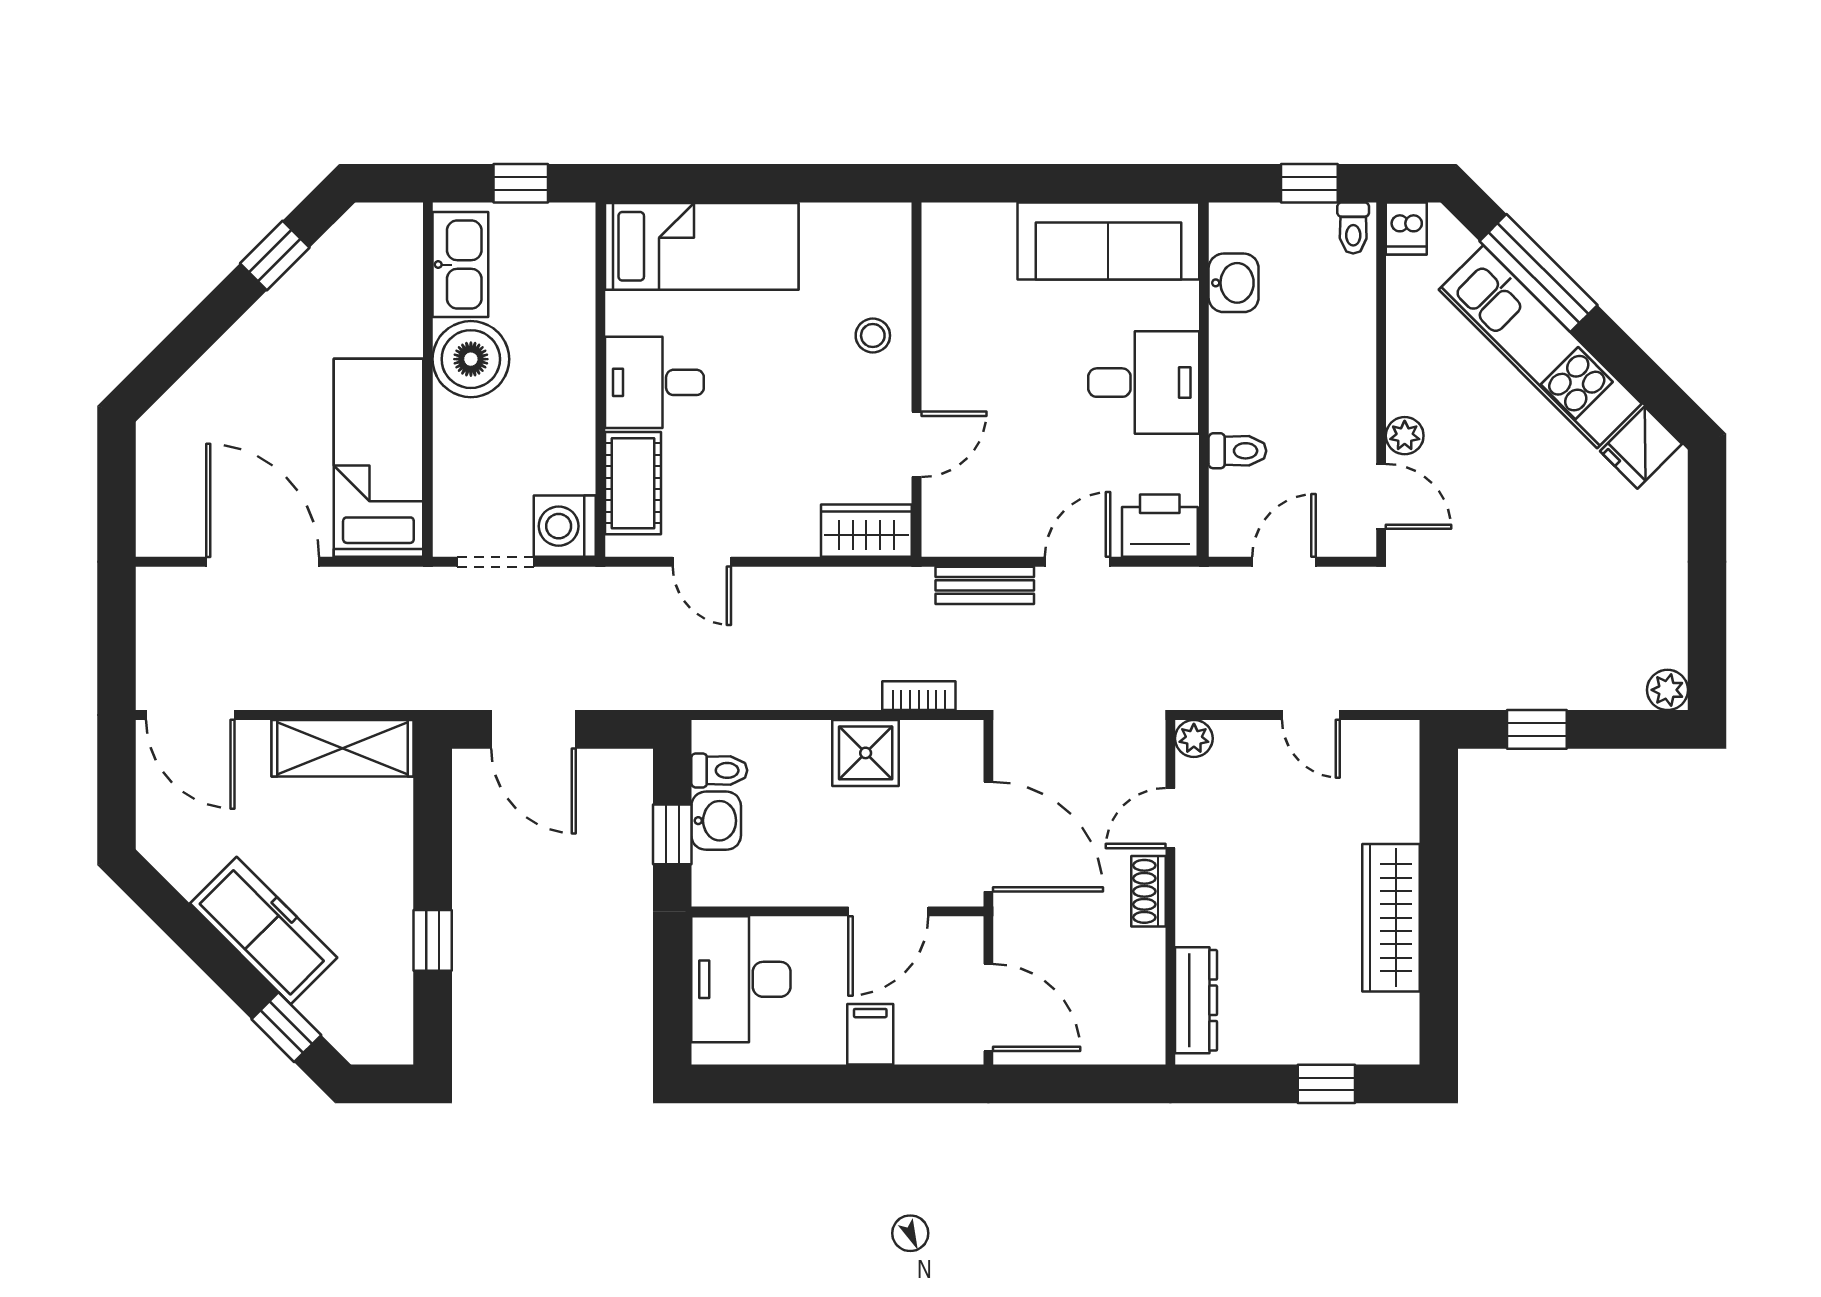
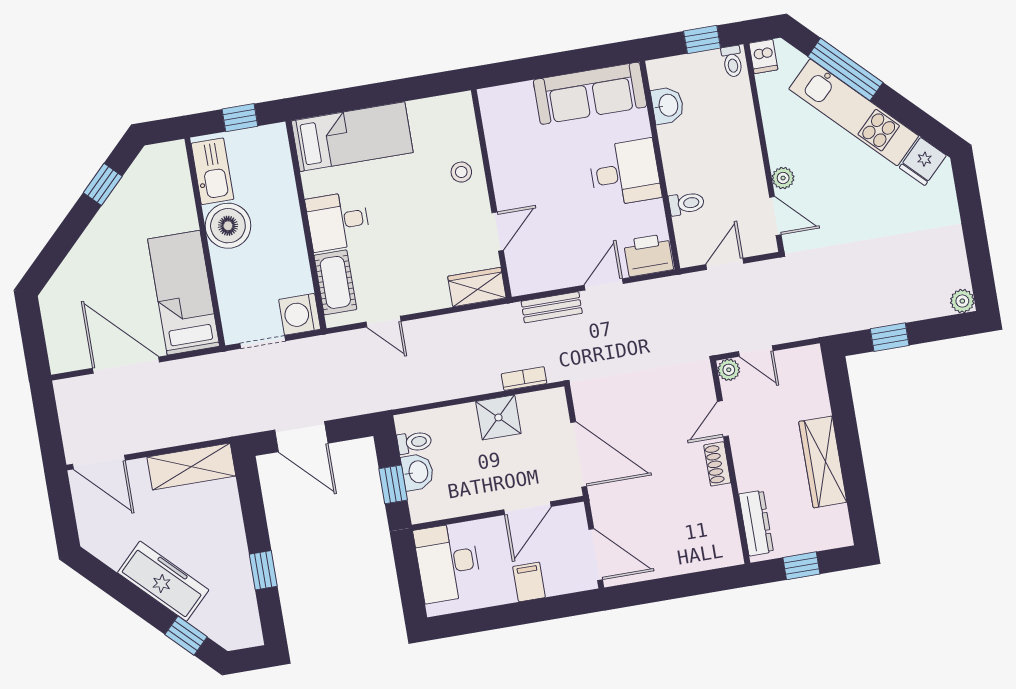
plant: (1194, 738) -> (729, 370), moved
door: (1170, 818) -> (723, 419), moved
shoe rack: (1148, 891) -> (717, 464), moved
wall: (1170, 892) -> (730, 462), moved
dresser: (1196, 1000) -> (756, 523), moved

